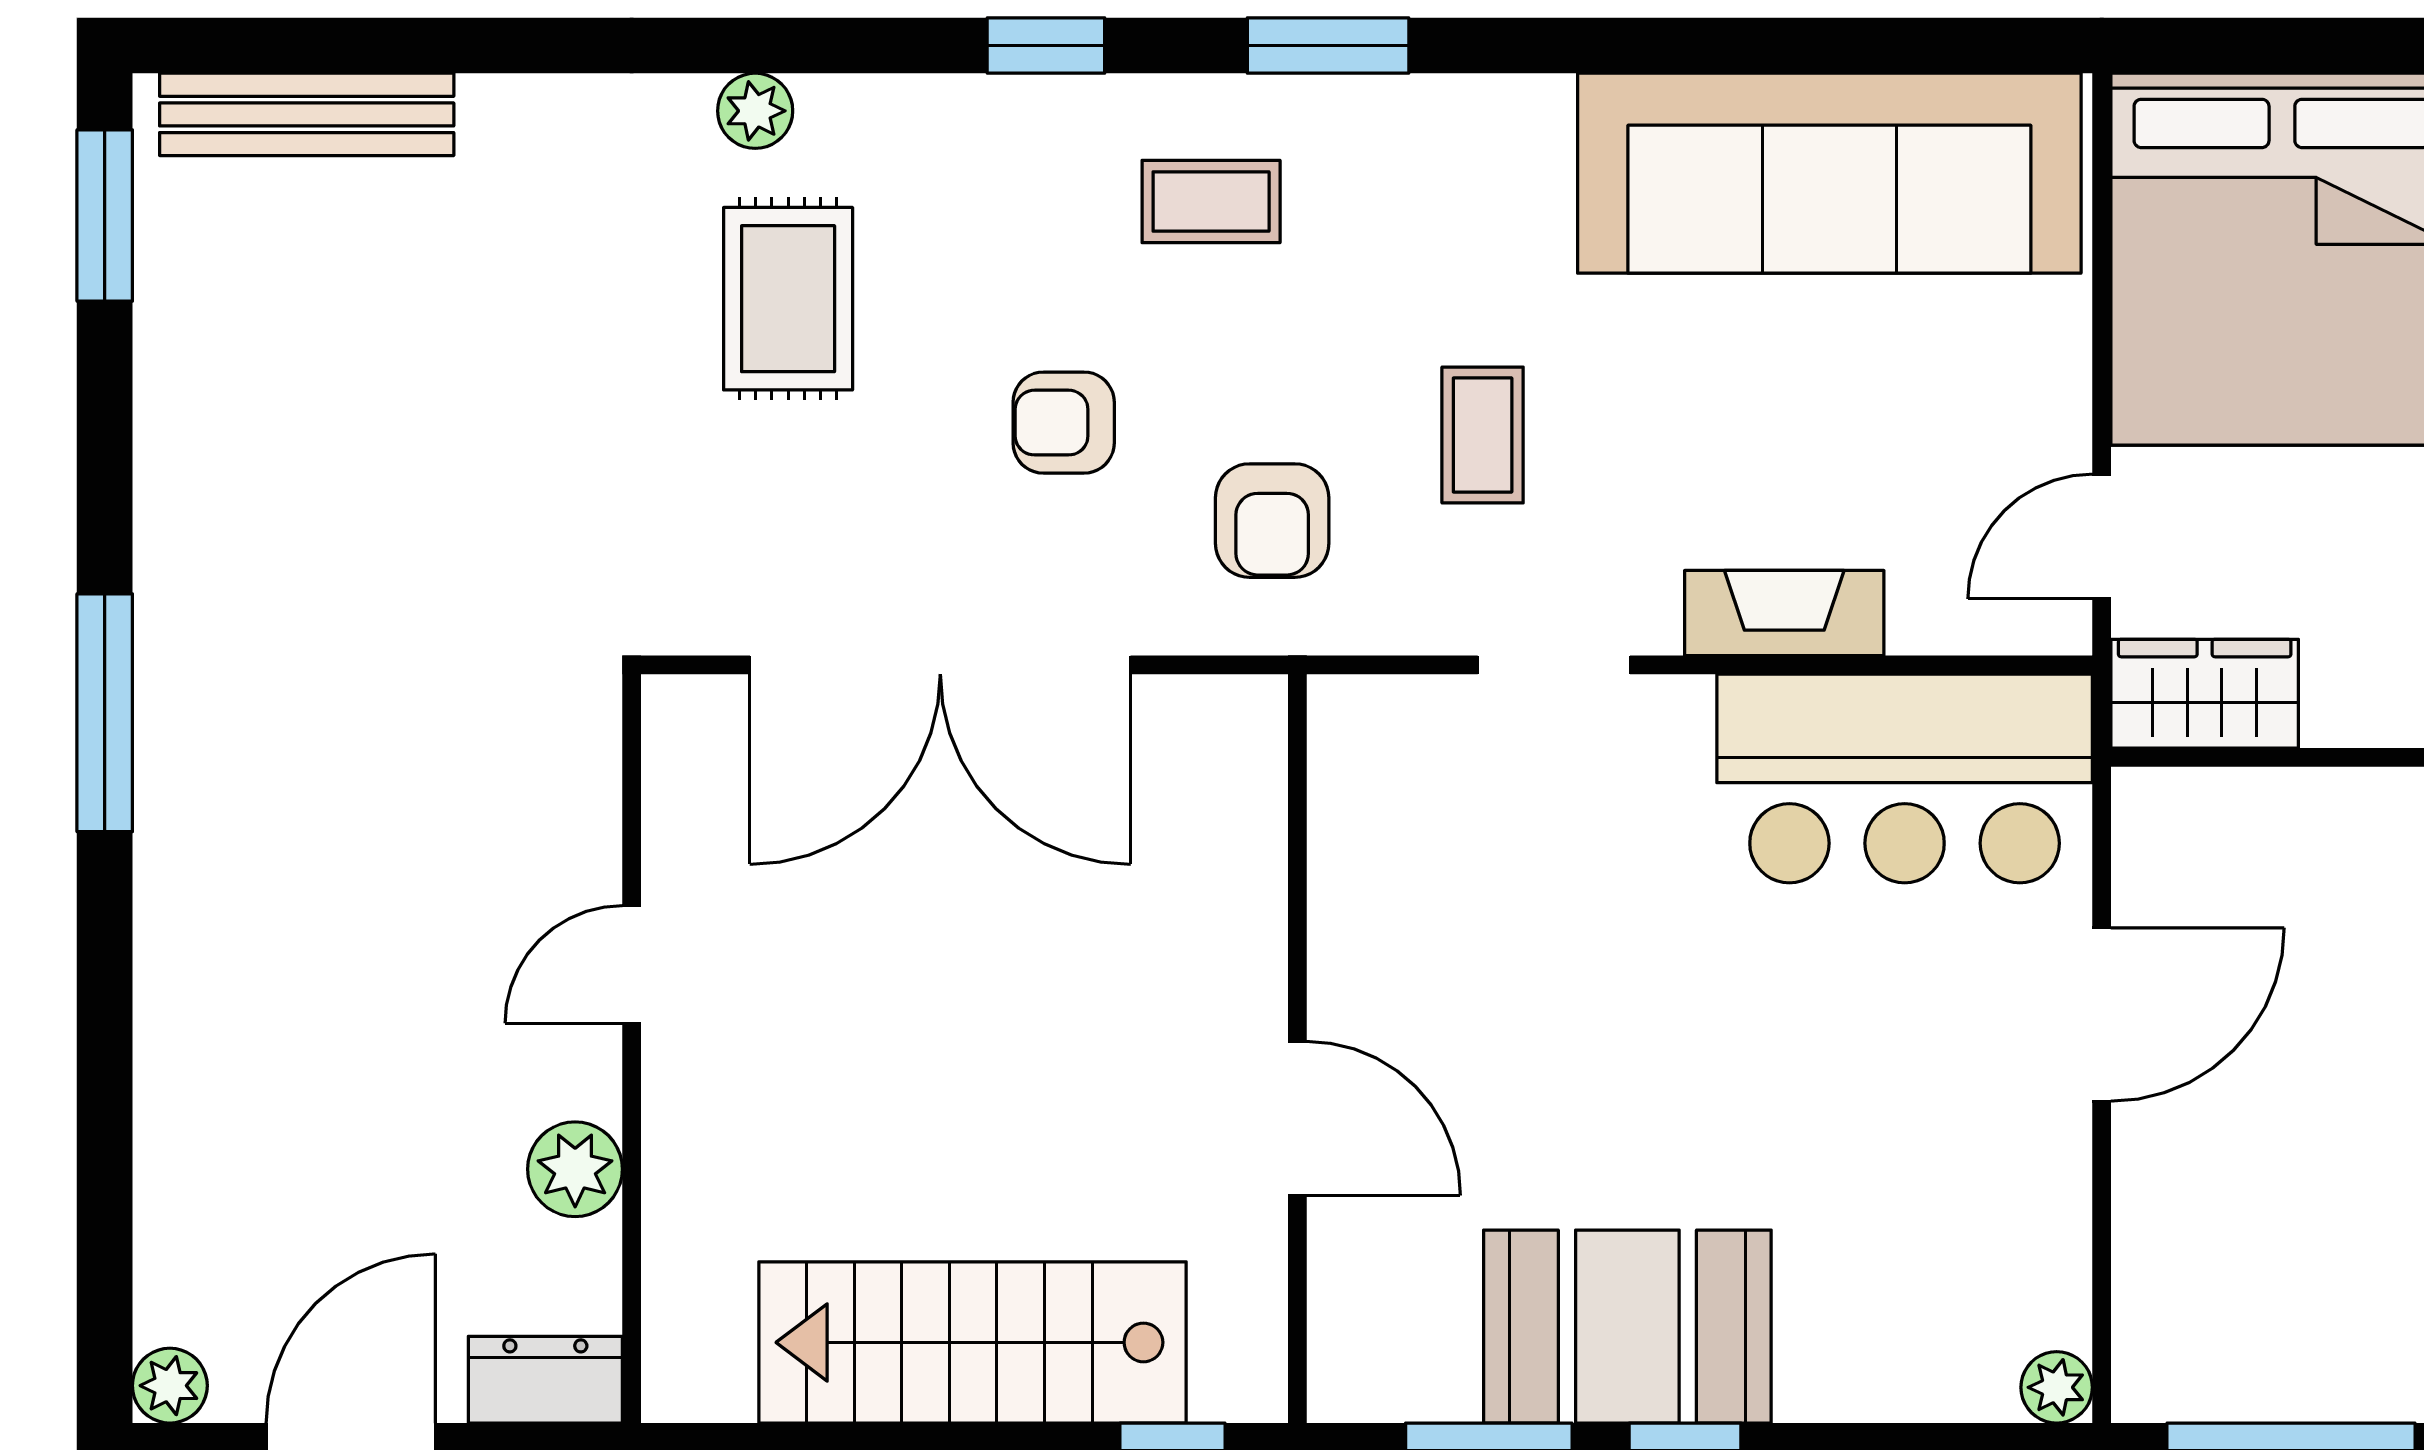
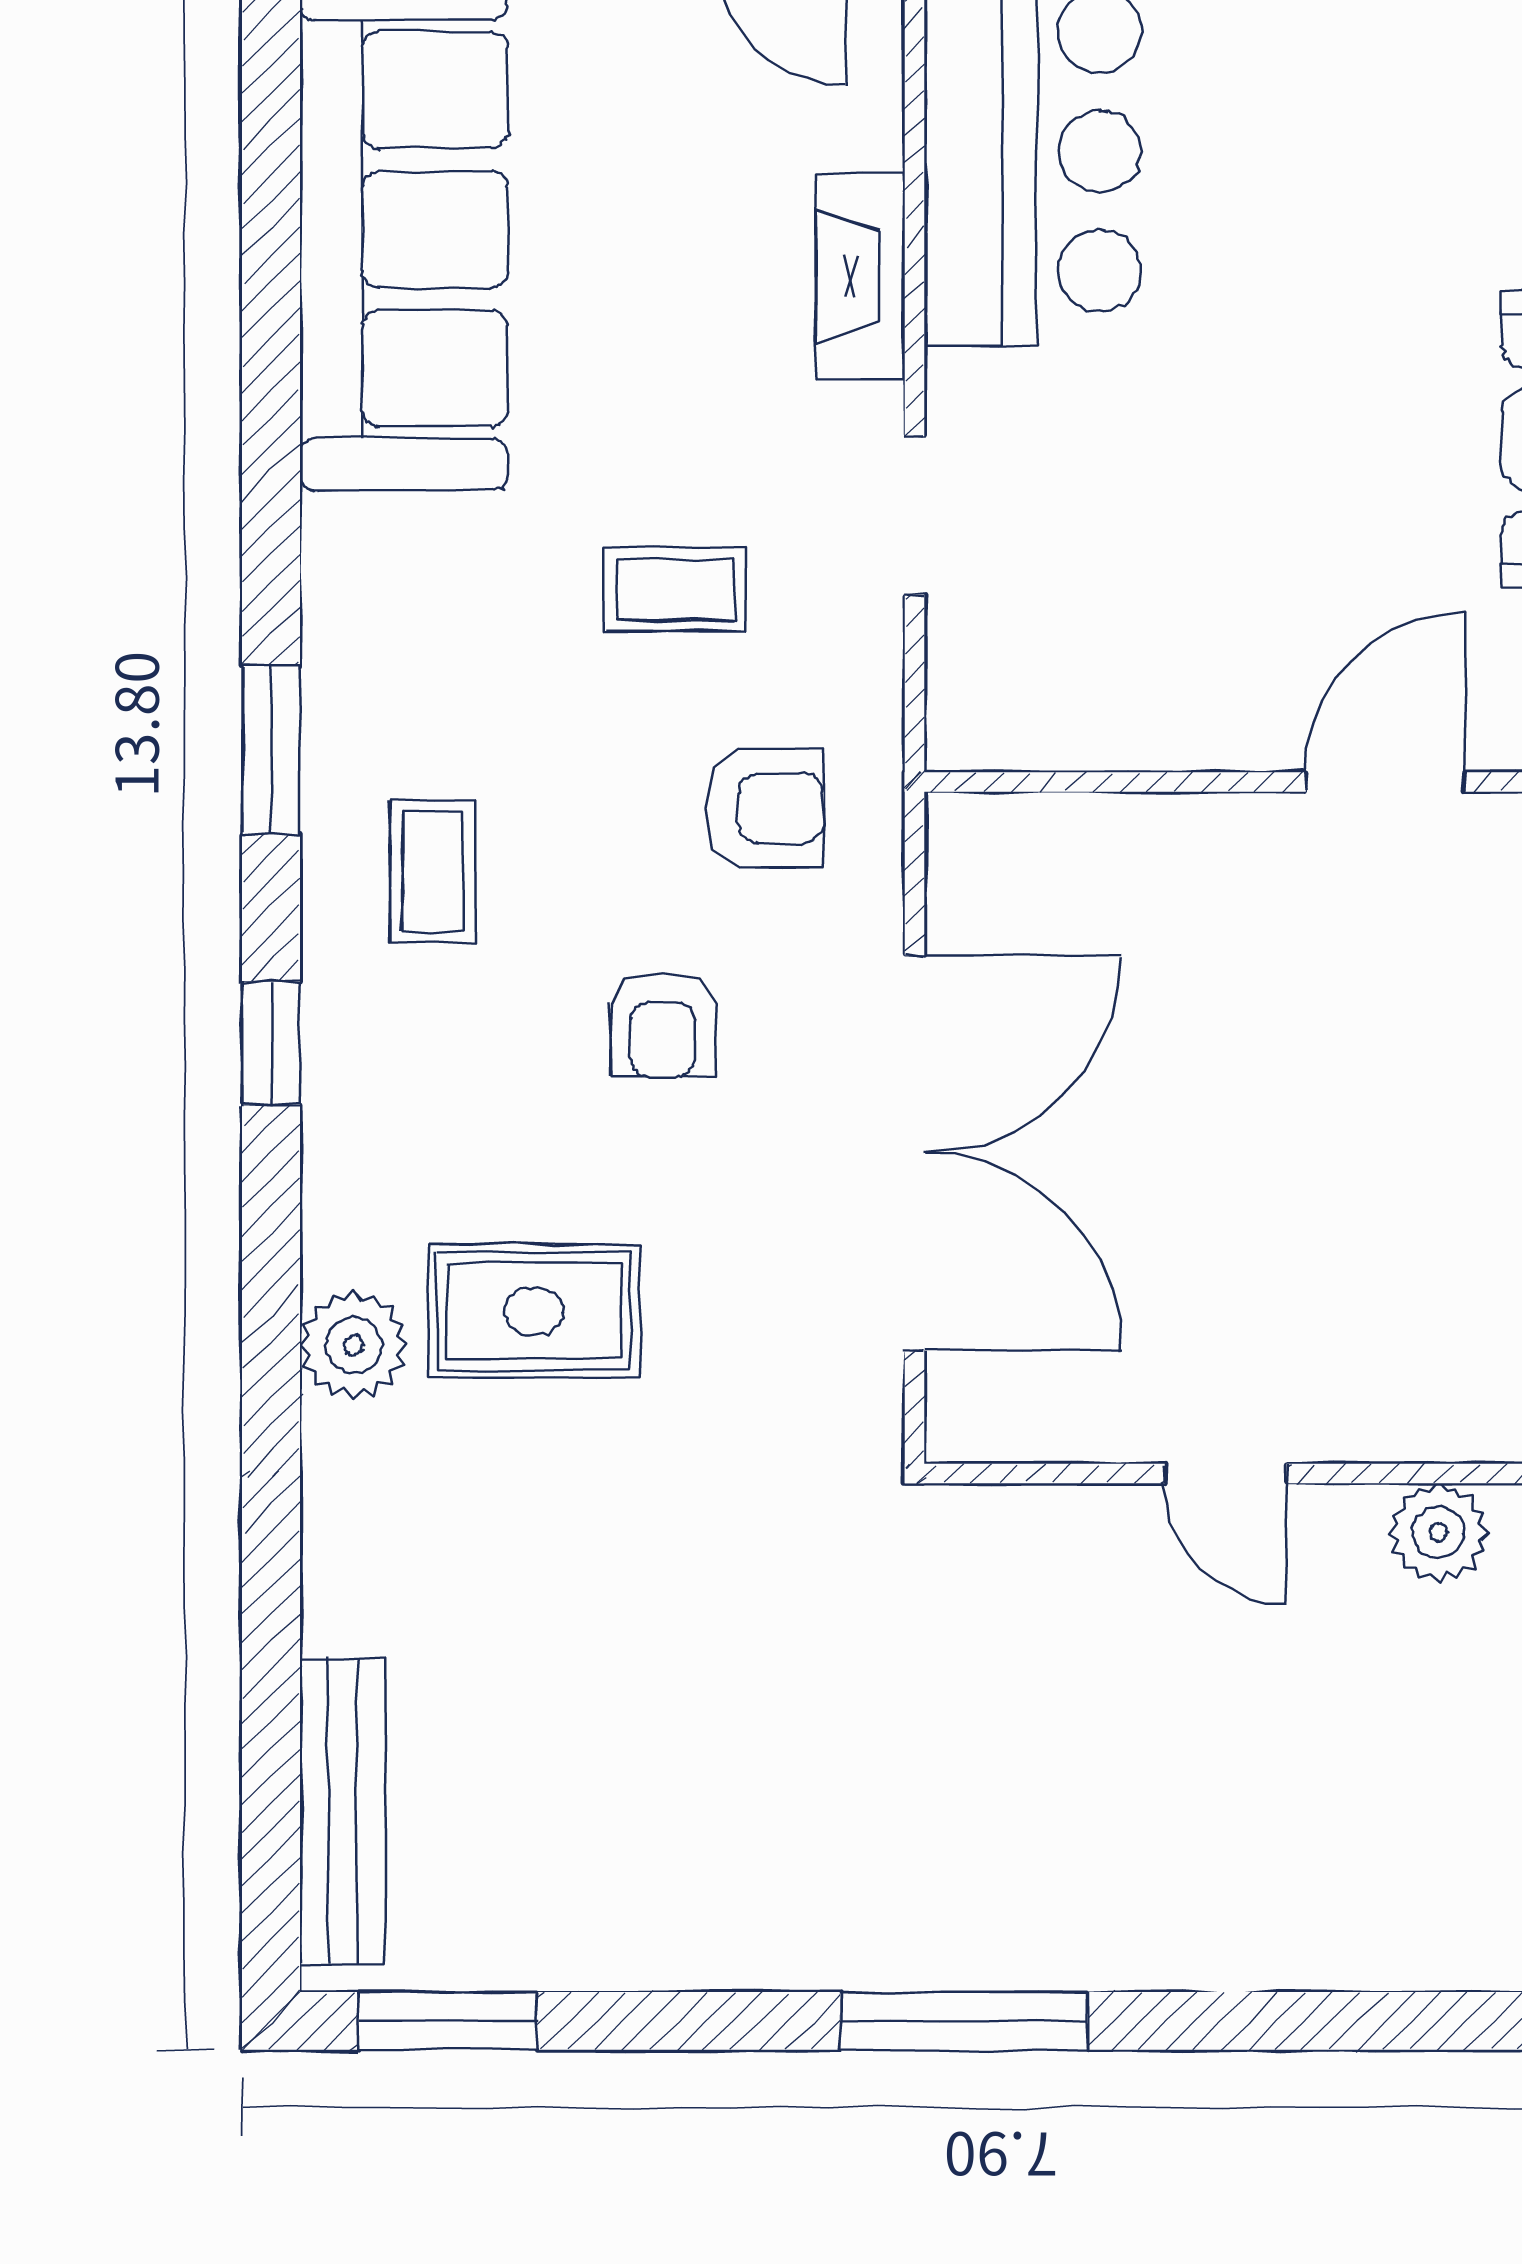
plant: (755, 111) -> (353, 1345), width x1.38, depth x1.38

